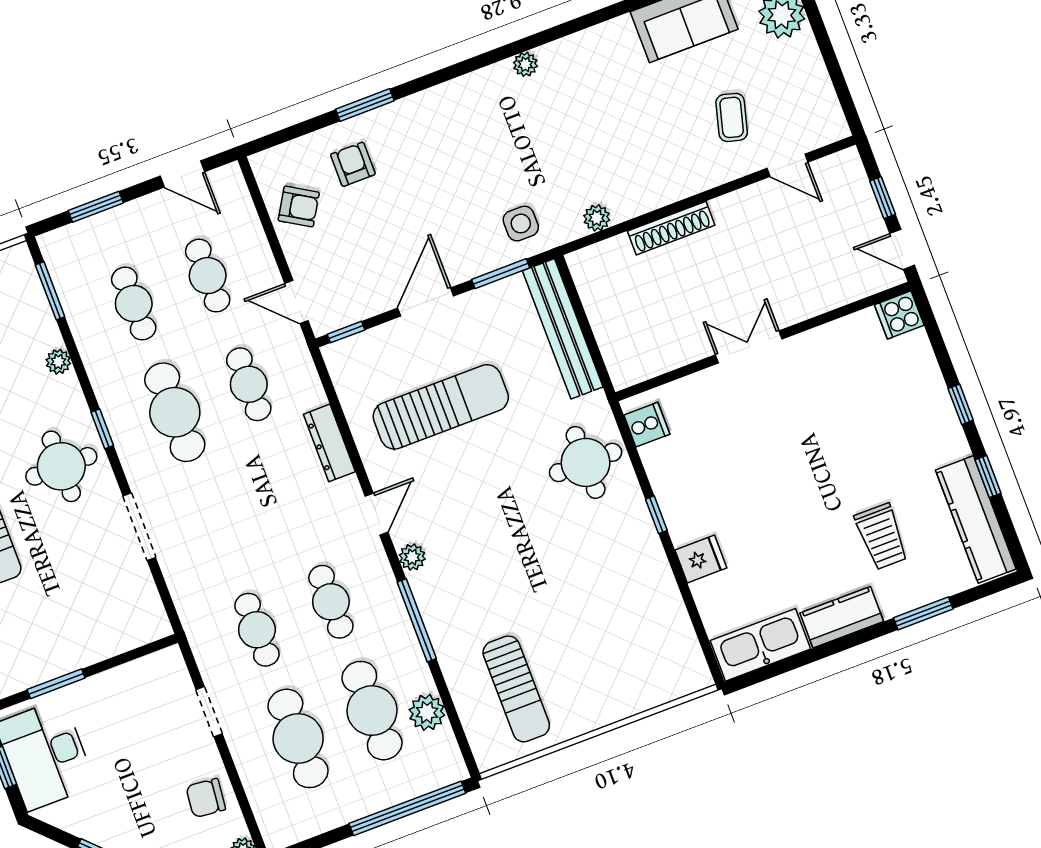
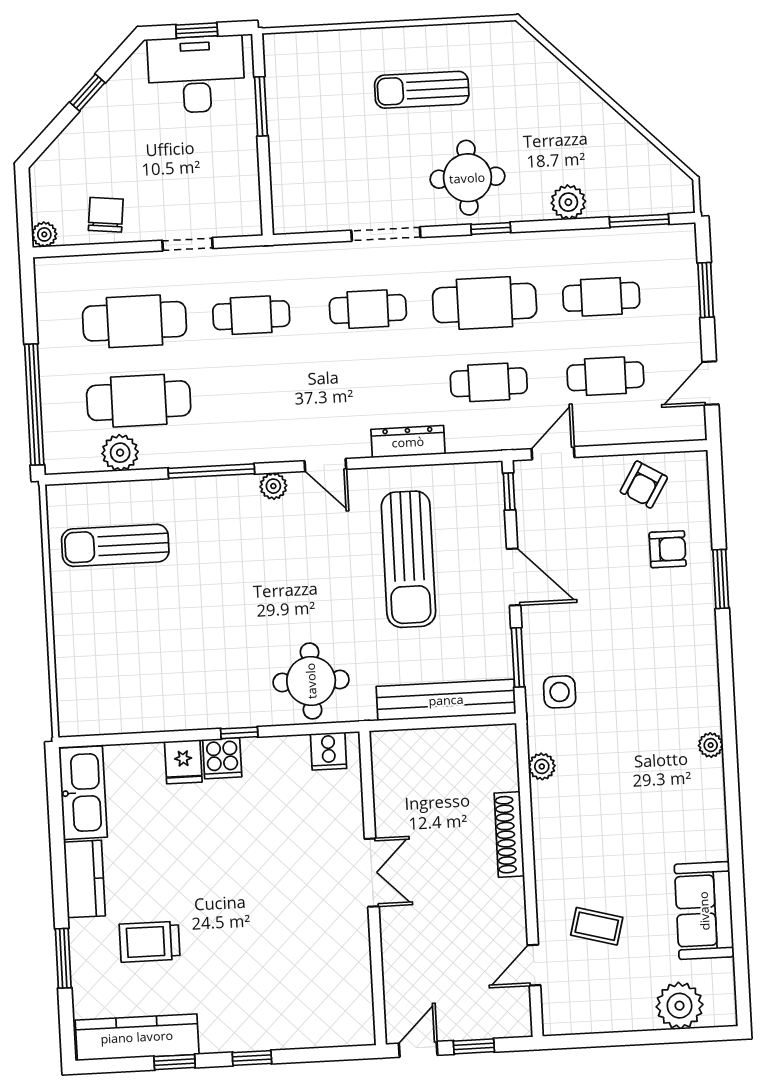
cooker: (899, 315) -> (222, 758), moved, turned 180
plant: (58, 362) -> (568, 202), width x1.38, depth x1.38
cafe table: (331, 602) -> (368, 309), moved

